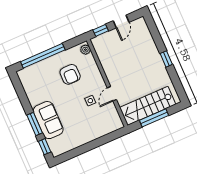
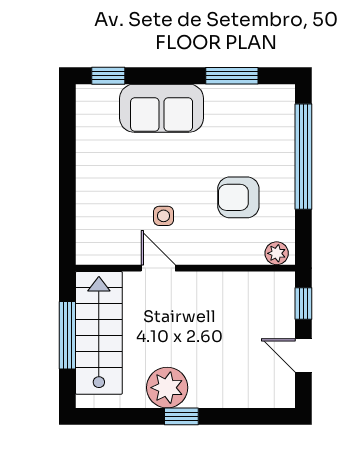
plant: (157, 70) -> (167, 388), added
window: (35, 124) -> (232, 76), moved

